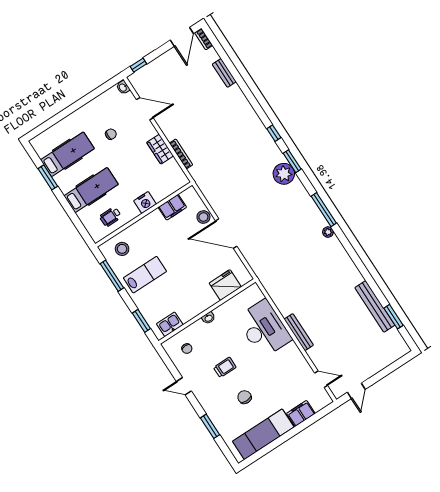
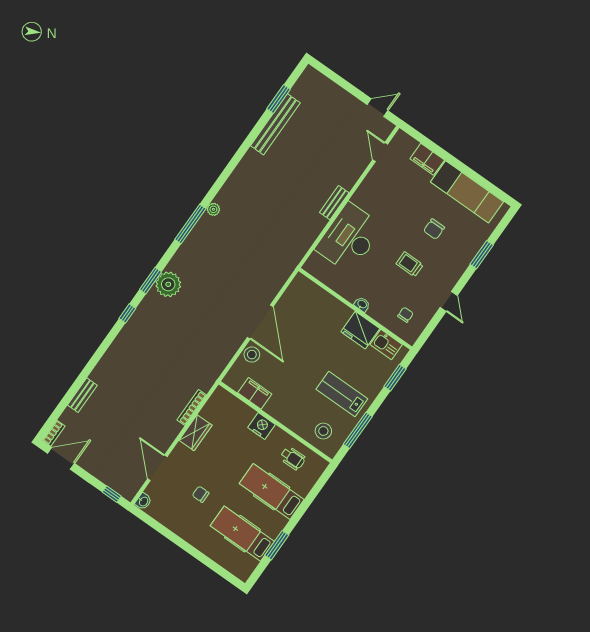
fridge: (225, 285) -> (360, 330), moved
bench: (299, 332) -> (334, 203), width x0.73

